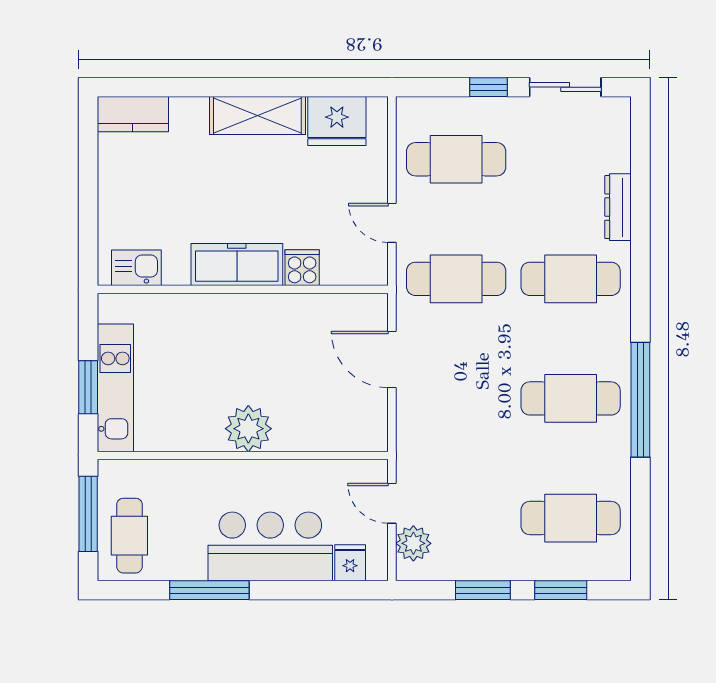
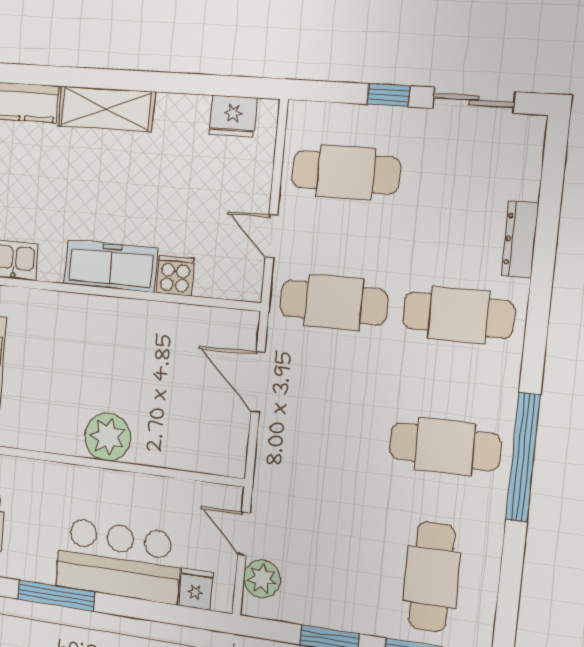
shelving: (257, 115) -> (106, 109), moved
fridge: (337, 121) -> (233, 116), width x0.73, depth x0.75
cafe table: (571, 518) -> (432, 577), turned 90

